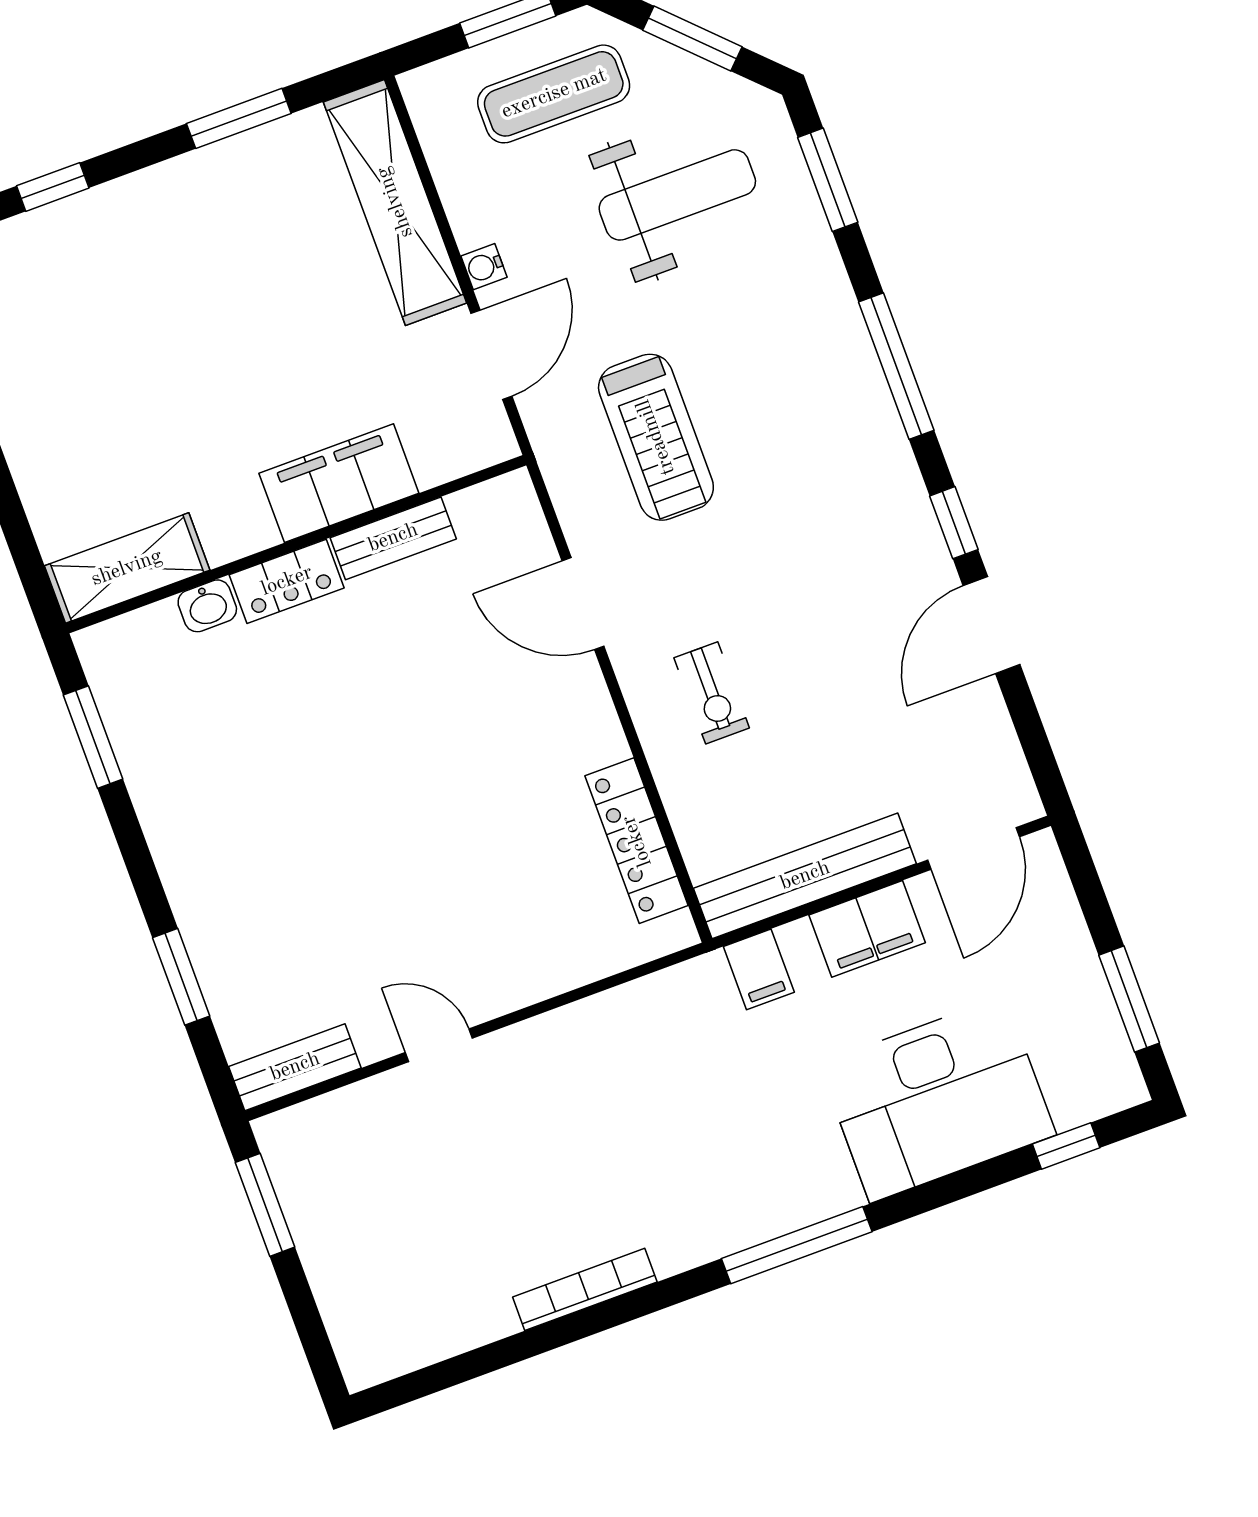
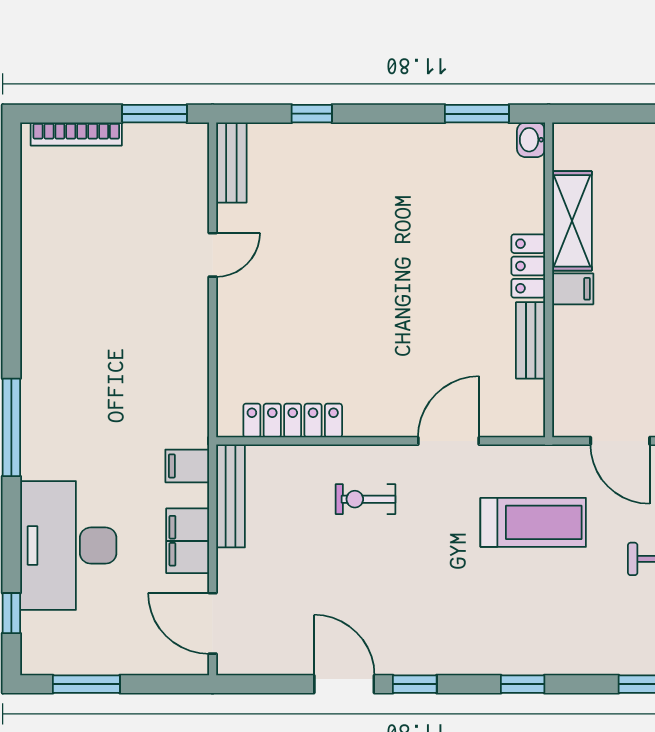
window: (896, 366) -> (523, 684), width x0.46
treadmill: (656, 437) -> (533, 522), turned 180
filing cabinet: (339, 483) -> (573, 289), width x0.33, depth x0.86
shelving: (127, 568) -> (572, 221), moved
washbasin: (207, 606) -> (531, 140), moved
bench: (805, 876) -> (230, 496), width x0.73, depth x0.82
window: (181, 977) -> (312, 114), width x0.67
bookcase: (585, 1289) -> (76, 134), moved, turned 90

